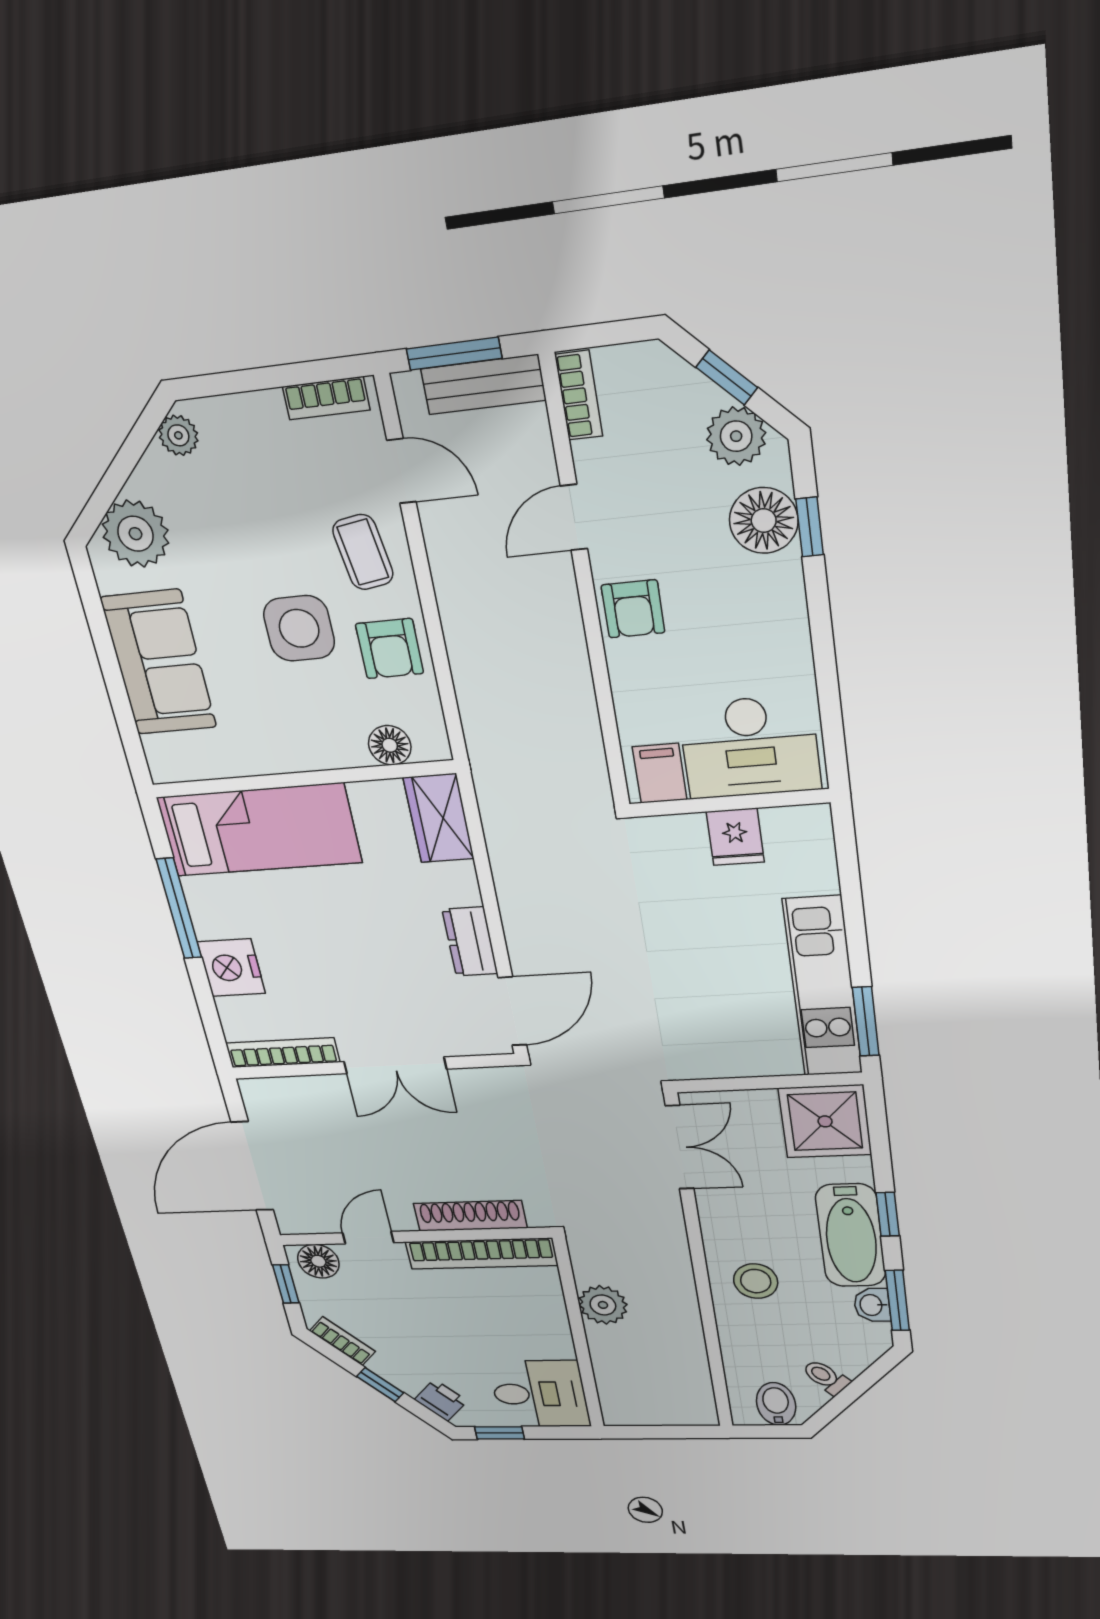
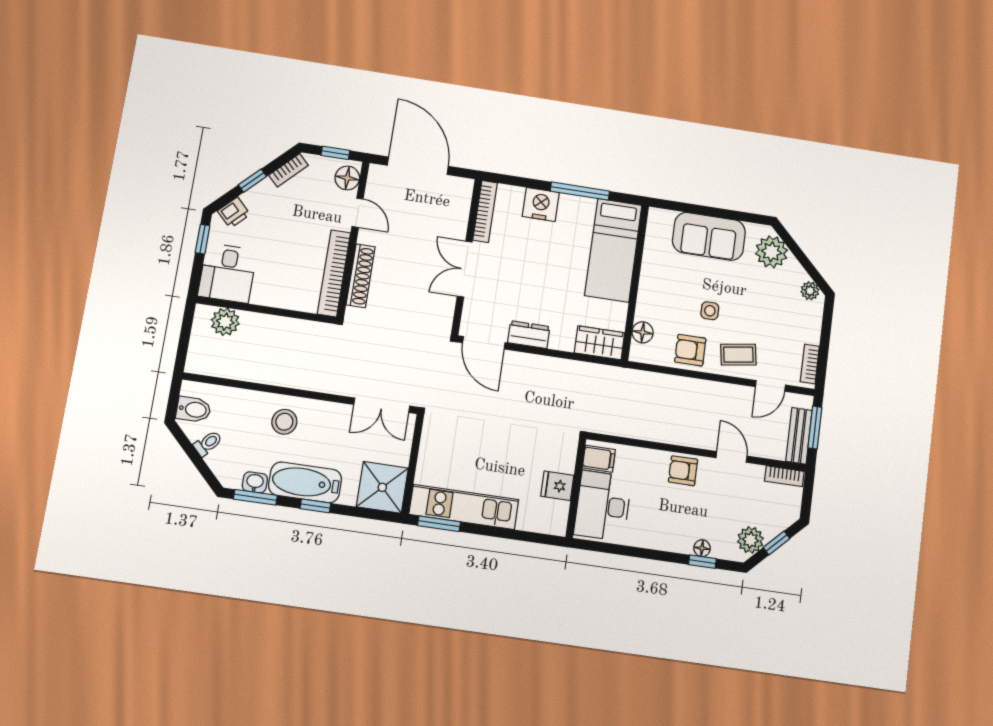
floor lamp: (764, 520) -> (702, 548), width x0.53, depth x0.53
side table: (299, 628) -> (710, 311), width x0.54, depth x0.54
plant: (603, 1305) -> (225, 322), moved

